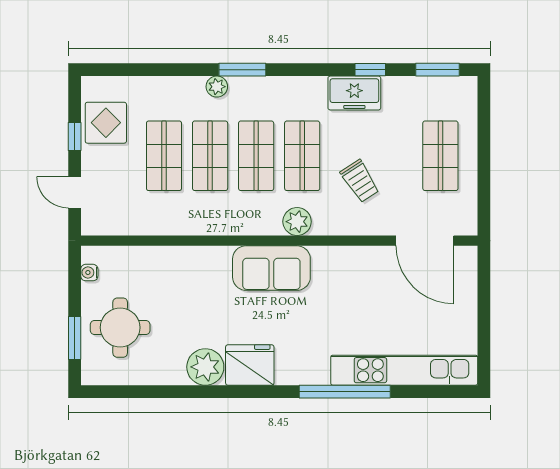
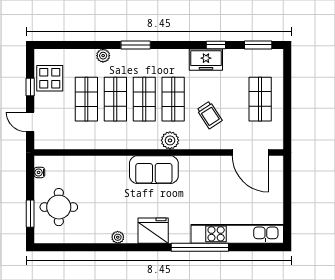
plant: (217, 87) -> (103, 56), moved
fridge: (250, 365) -> (153, 231), moved
plant: (205, 367) -> (118, 237), width x0.53, depth x0.53

